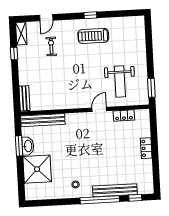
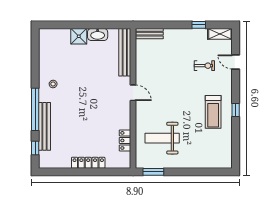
treadmill: (93, 36) -> (213, 112), turned 180
door: (99, 109) -> (133, 93), moved
window: (19, 146) -> (98, 25), removed
locker: (146, 148) -> (88, 163), width x1.53
shower: (37, 169) -> (79, 36), width x0.54, depth x0.54

